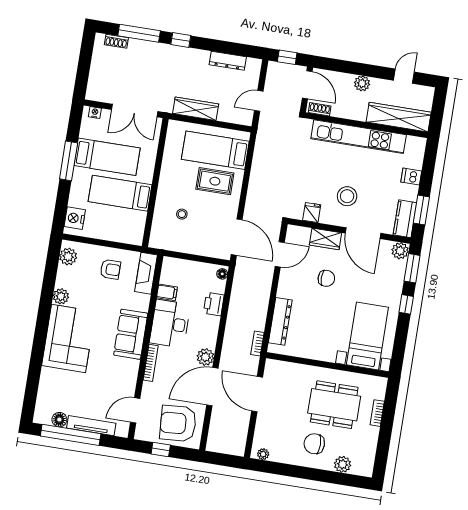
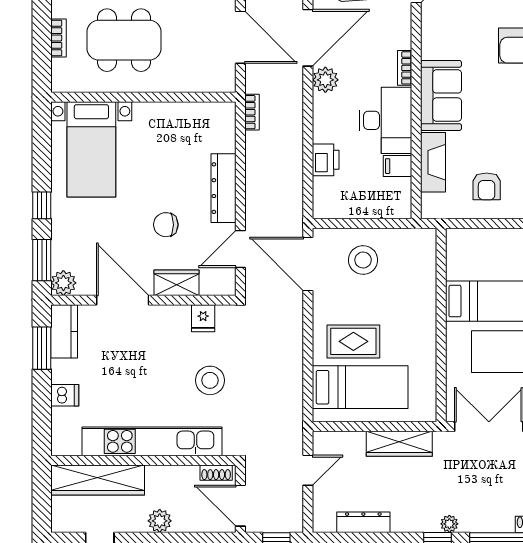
plant: (171, 50) -> (449, 524), added
stool: (347, 196) -> (210, 380), moved
stool: (182, 214) -> (363, 260), moved, width x1.89, depth x1.89
armchair: (110, 269) -> (487, 186), turned -90
fireplace: (146, 273) -> (433, 162), moved
floor lamp: (222, 274) -> (320, 206), removed
dresser: (280, 321) -> (223, 188), moved
bookcase: (151, 363) -> (405, 68), width x0.64

